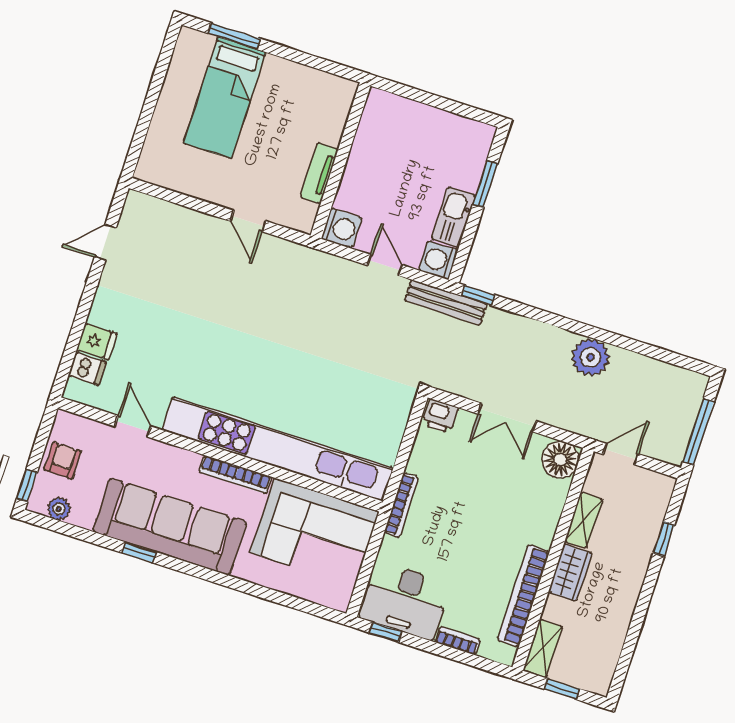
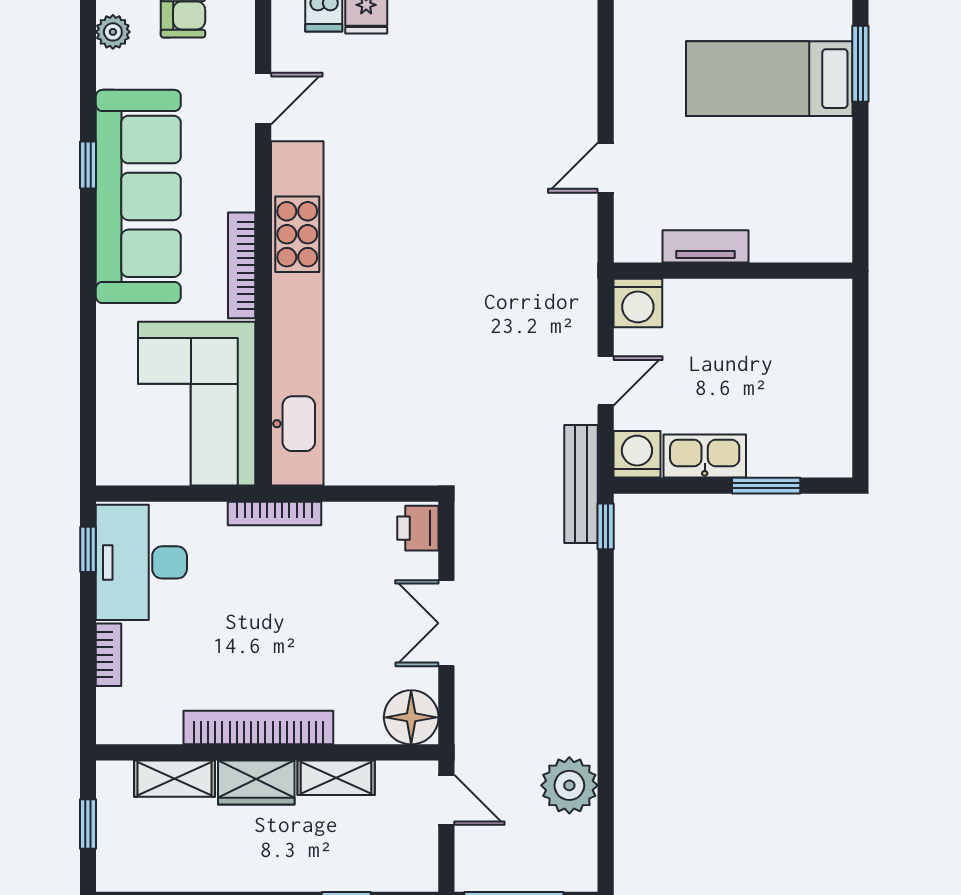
plant: (590, 357) -> (569, 785), moved
bookcase: (524, 596) -> (258, 728), moved
shelving: (543, 649) -> (174, 779), moved

